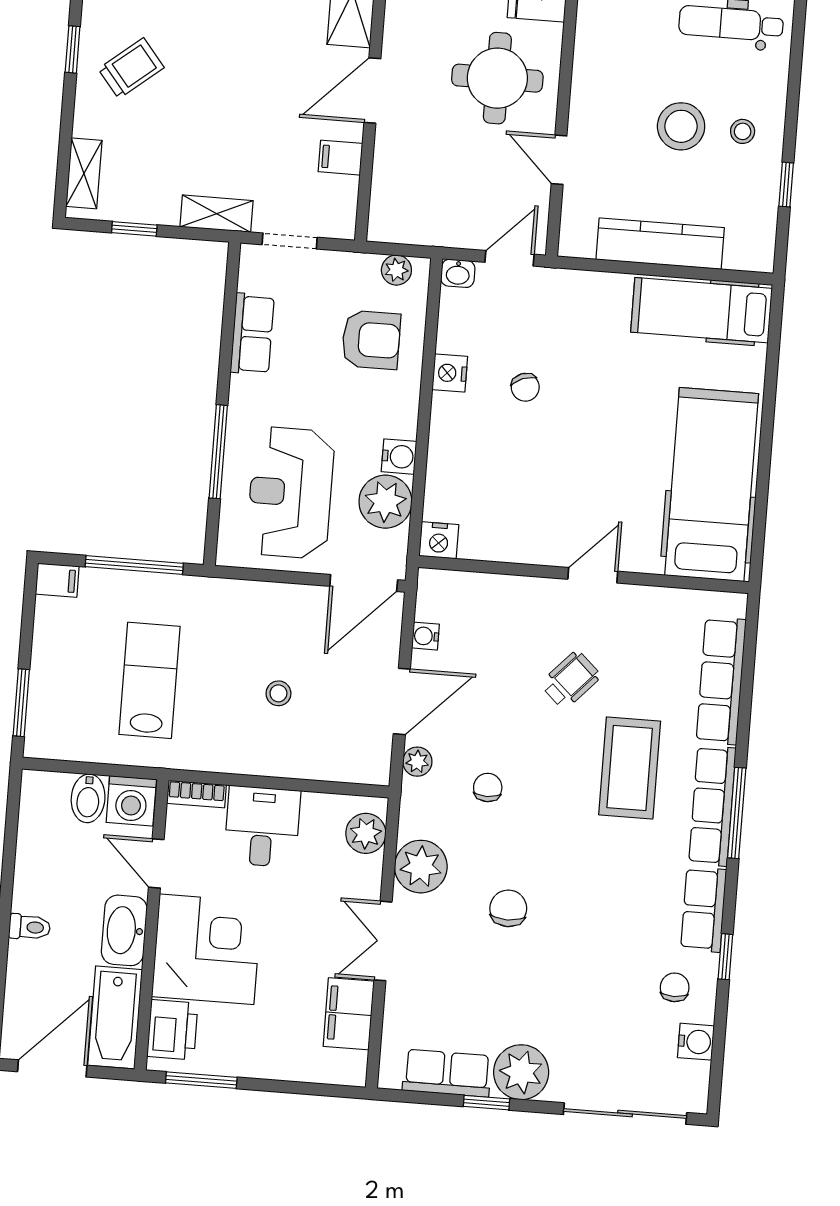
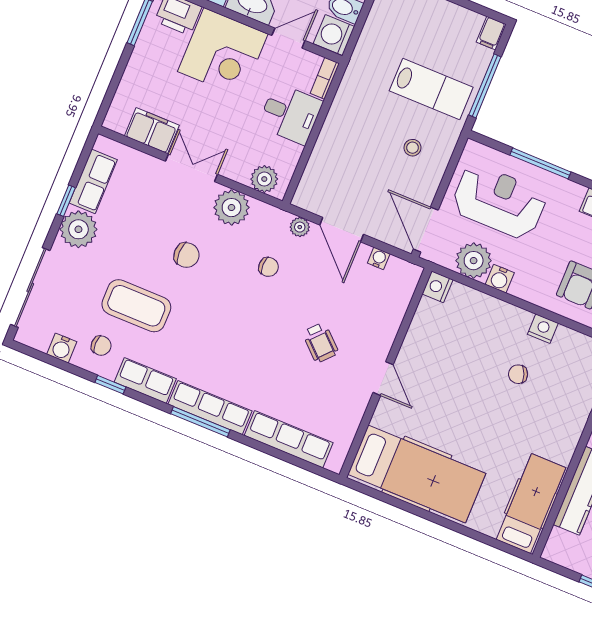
lab bench: (149, 680) -> (431, 89), moved
stool: (278, 693) -> (412, 148), moved
coffee table: (630, 768) -> (136, 306), moved

